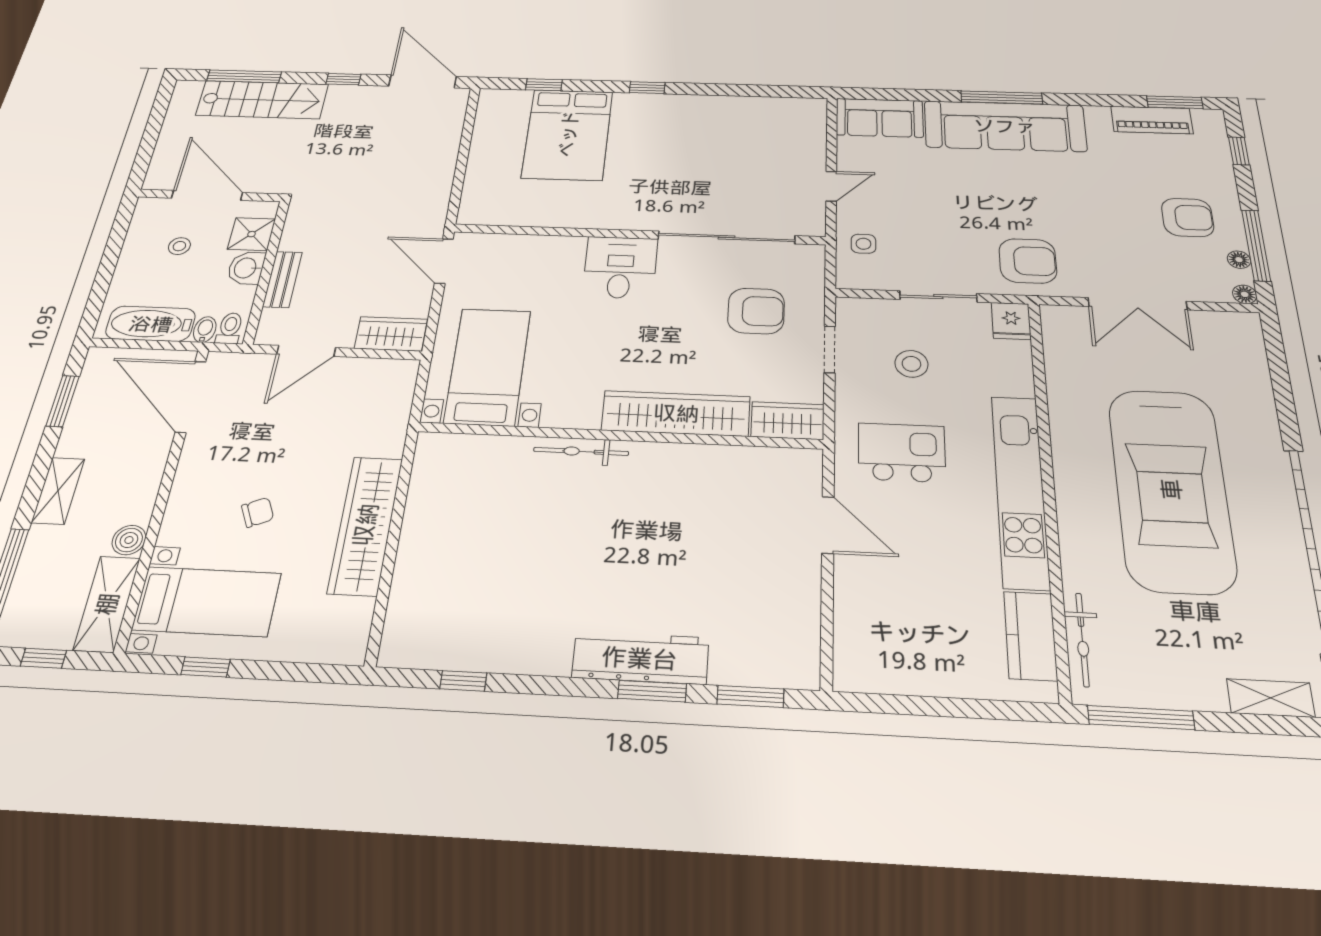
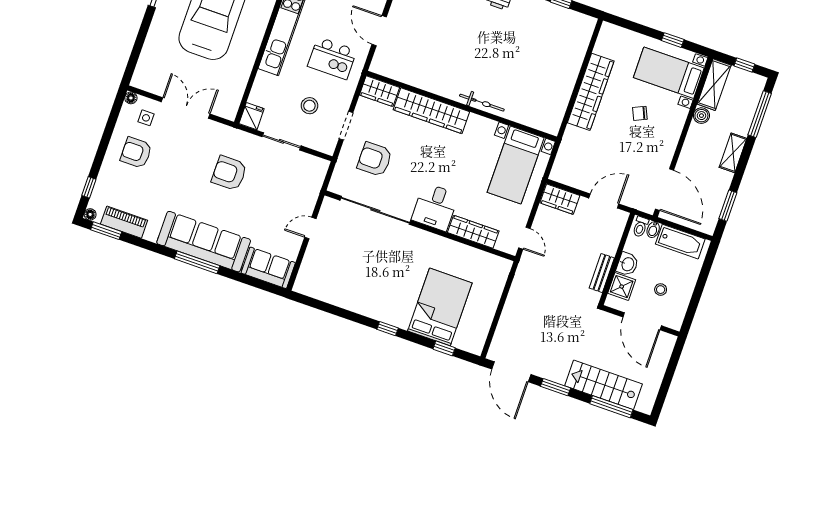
window: (343, 79) -> (555, 387), width x1.50
side table: (863, 244) -> (146, 118), moved
window: (1256, 245) -> (110, 125), removed
wardrobe: (540, 248) -> (473, 232), added
floor lamp: (1239, 260) -> (90, 214), moved
door: (444, 261) -> (524, 238), width x0.73
armchair: (1028, 261) -> (229, 173), moved
bench: (282, 279) -> (602, 273), moved

